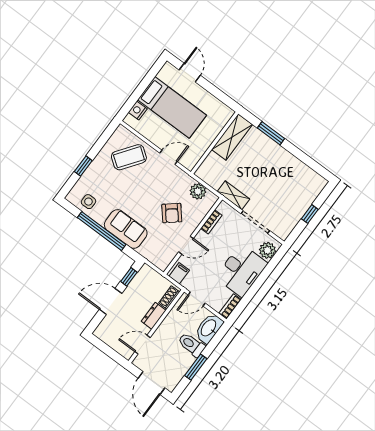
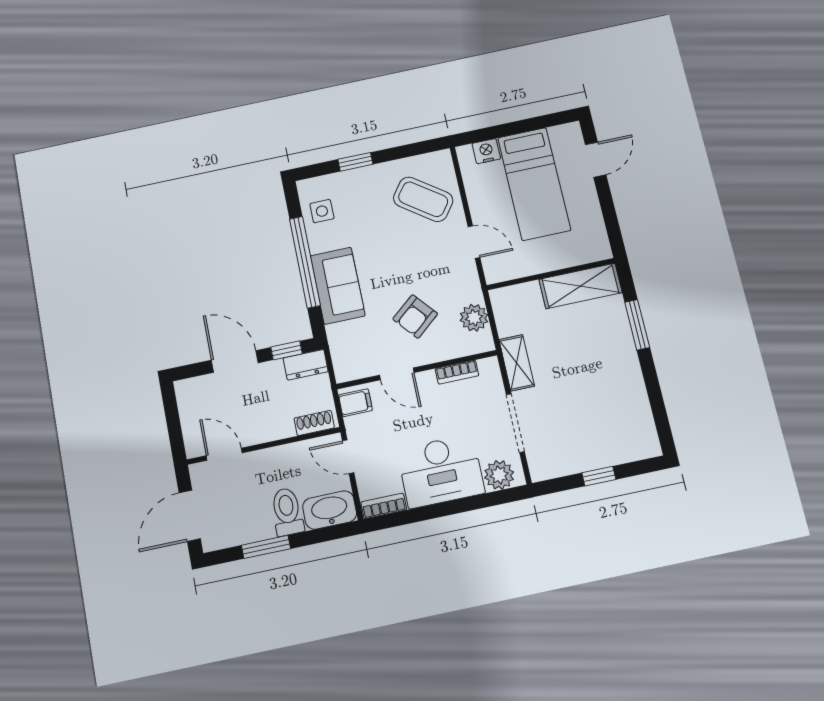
dresser: (154, 316) -> (306, 365), moved, turned 180

